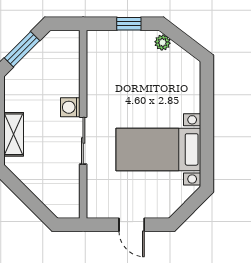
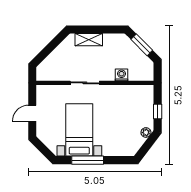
washing machine: (70, 107) -> (122, 75), moved
window: (207, 136) -> (88, 160), added

